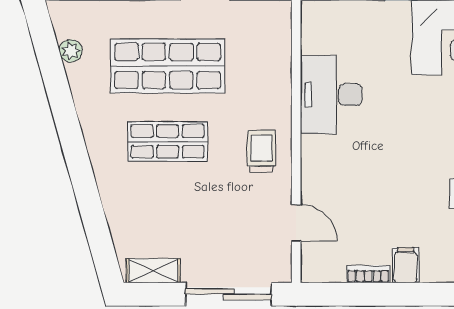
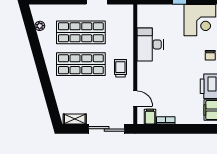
shop shelf: (168, 141) -> (81, 64), width x1.43, depth x1.36
filing cabinet: (406, 265) -> (150, 117), moved

